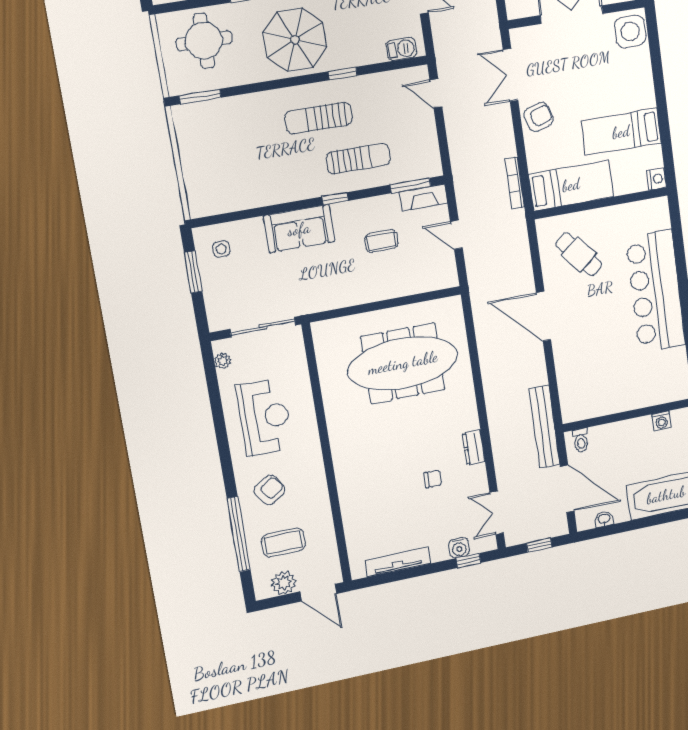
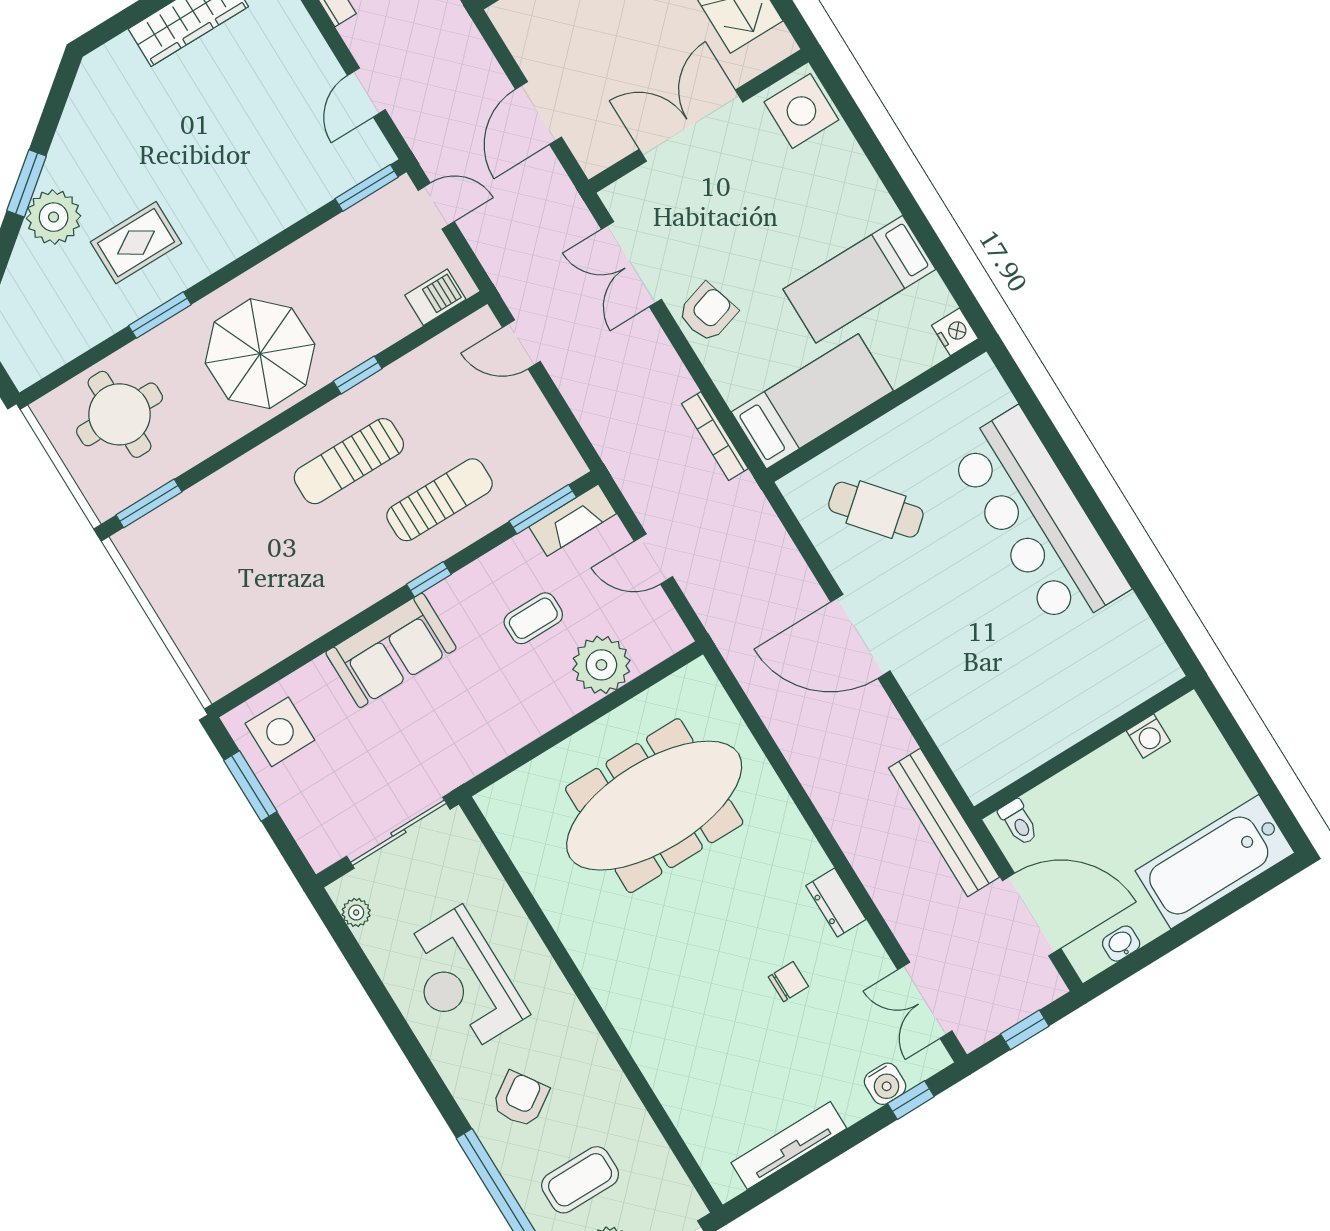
side table: (221, 249) -> (280, 732), width x1.87, depth x1.87
plant: (406, 280) -> (601, 665), added
reception desk: (264, 417) -> (462, 981), turned 180

